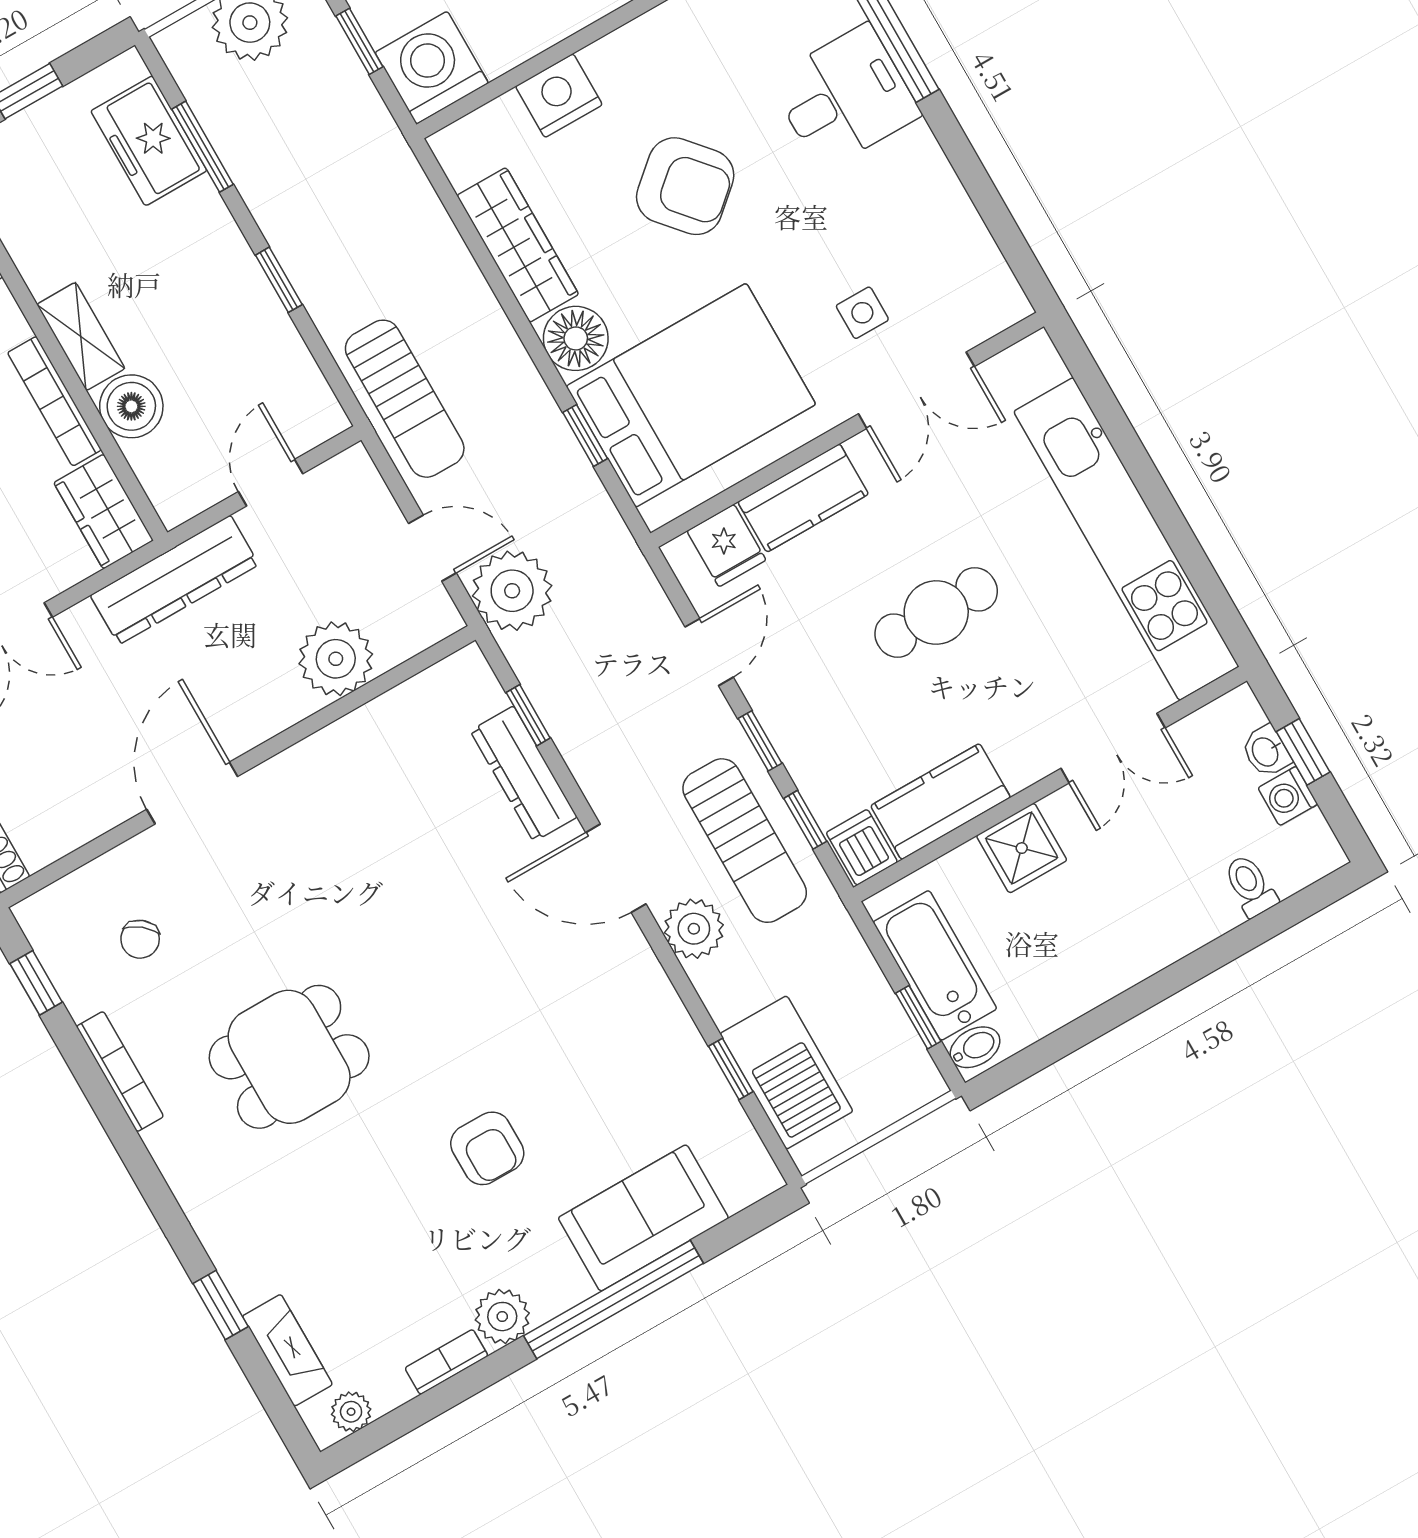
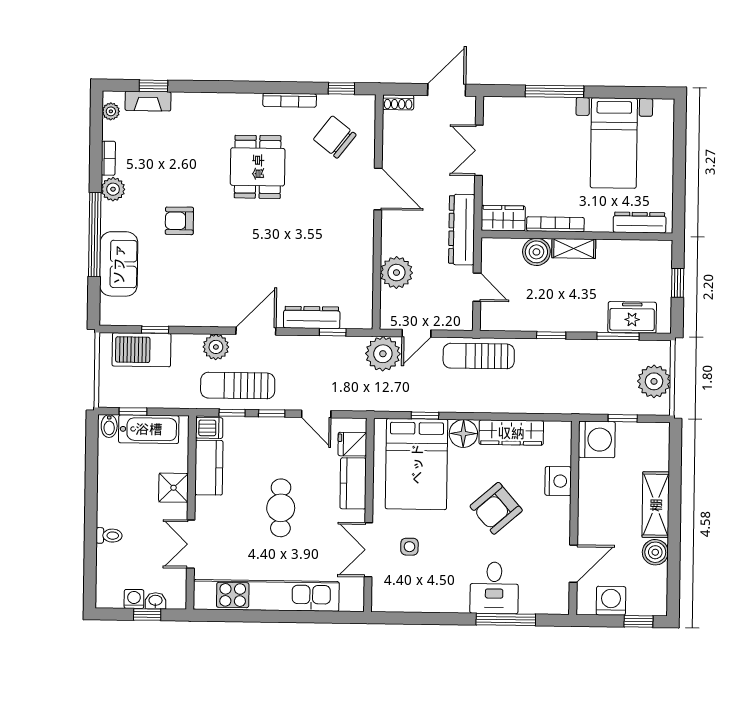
toilet: (1250, 886) -> (109, 536), moved
chair: (140, 939) -> (335, 137), width x1.87, depth x1.87
window: (221, 1305) -> (153, 86), moved

